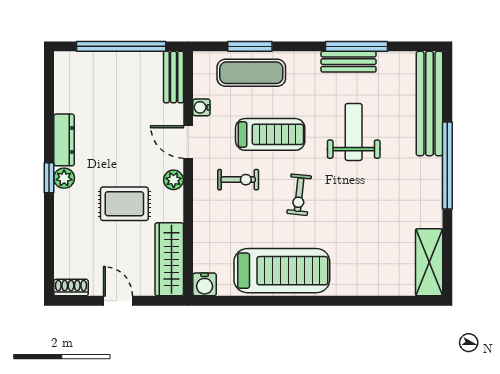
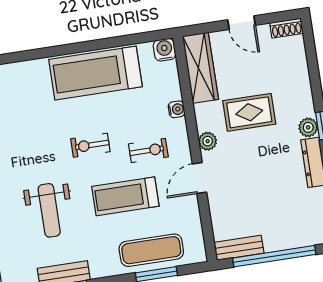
bench: (173, 77) -> (239, 248), moved, turned 90
water cooler: (201, 107) -> (177, 109), moved
door: (188, 142) -> (199, 178), swing flipped
exercise bike: (238, 180) -> (148, 150), turned 180
exercise bike: (299, 195) -> (90, 145), turned -96

